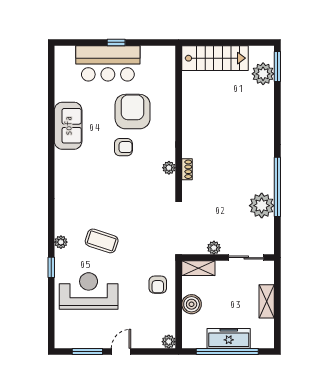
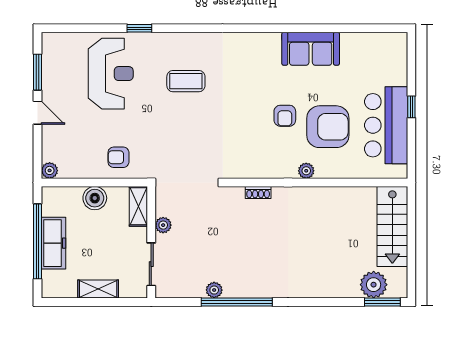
bar counter: (108, 63) -> (386, 125), moved
plant: (169, 168) -> (306, 171), moved
plant: (262, 206) -> (214, 290), width x0.53, depth x0.53
coffee table: (102, 241) -> (186, 81), moved, turned 72
plant: (61, 242) -> (170, 40), removed

